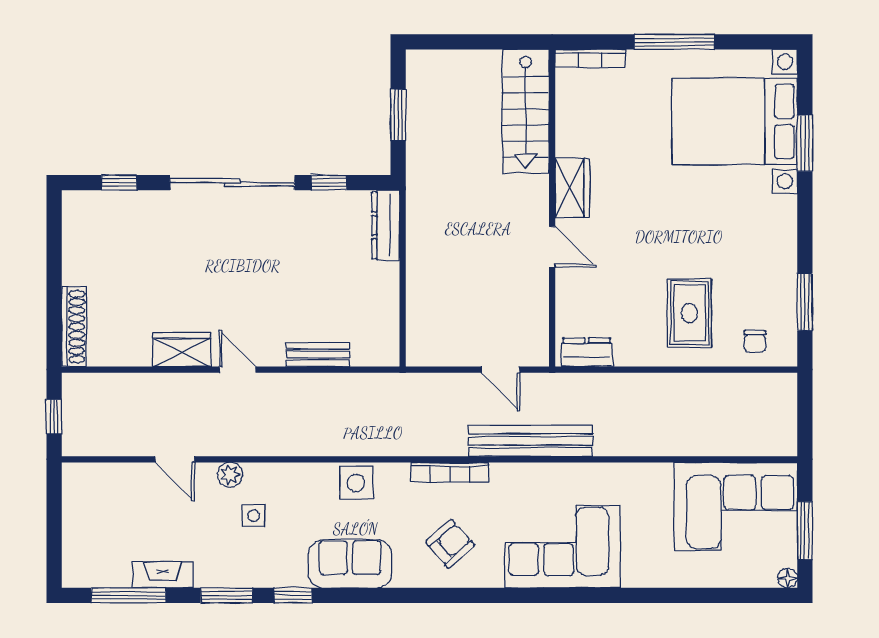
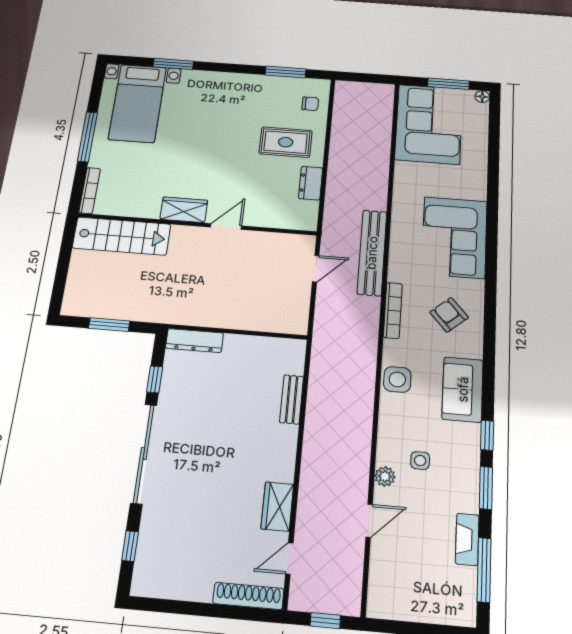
bed with nightstands: (735, 122) -> (137, 103), width x0.73
dresser: (587, 352) -> (311, 183), moved
door: (237, 370) -> (289, 558), moved

